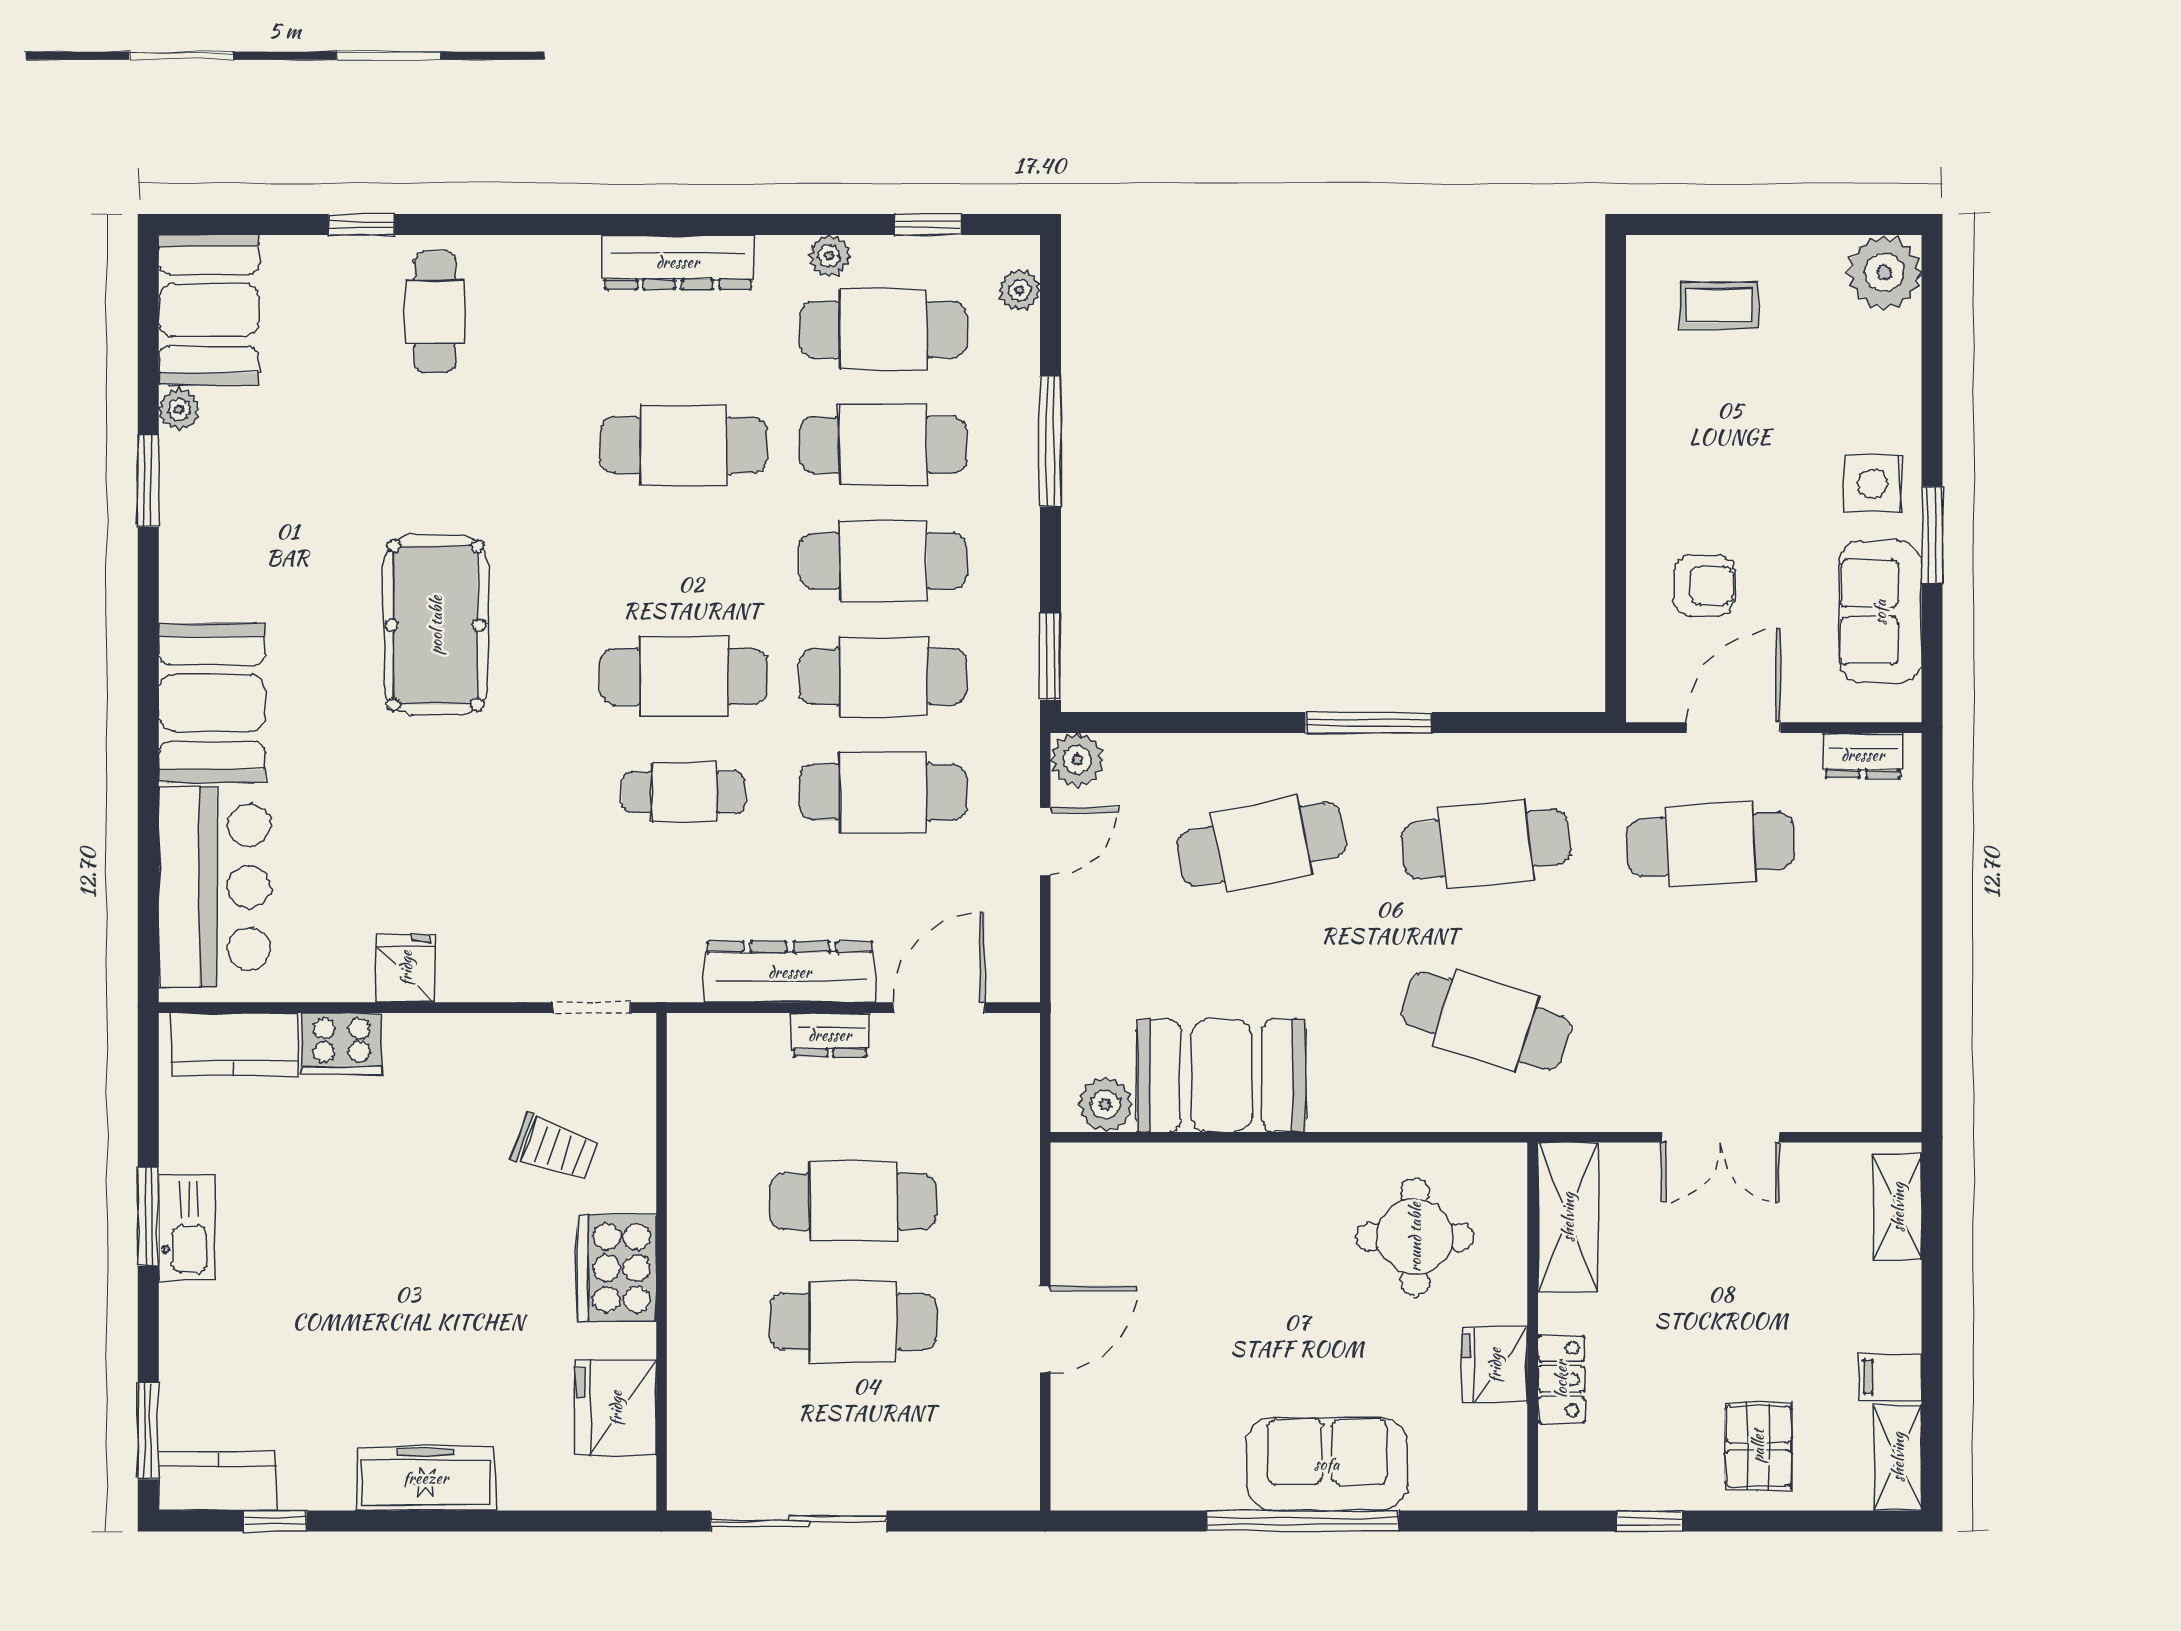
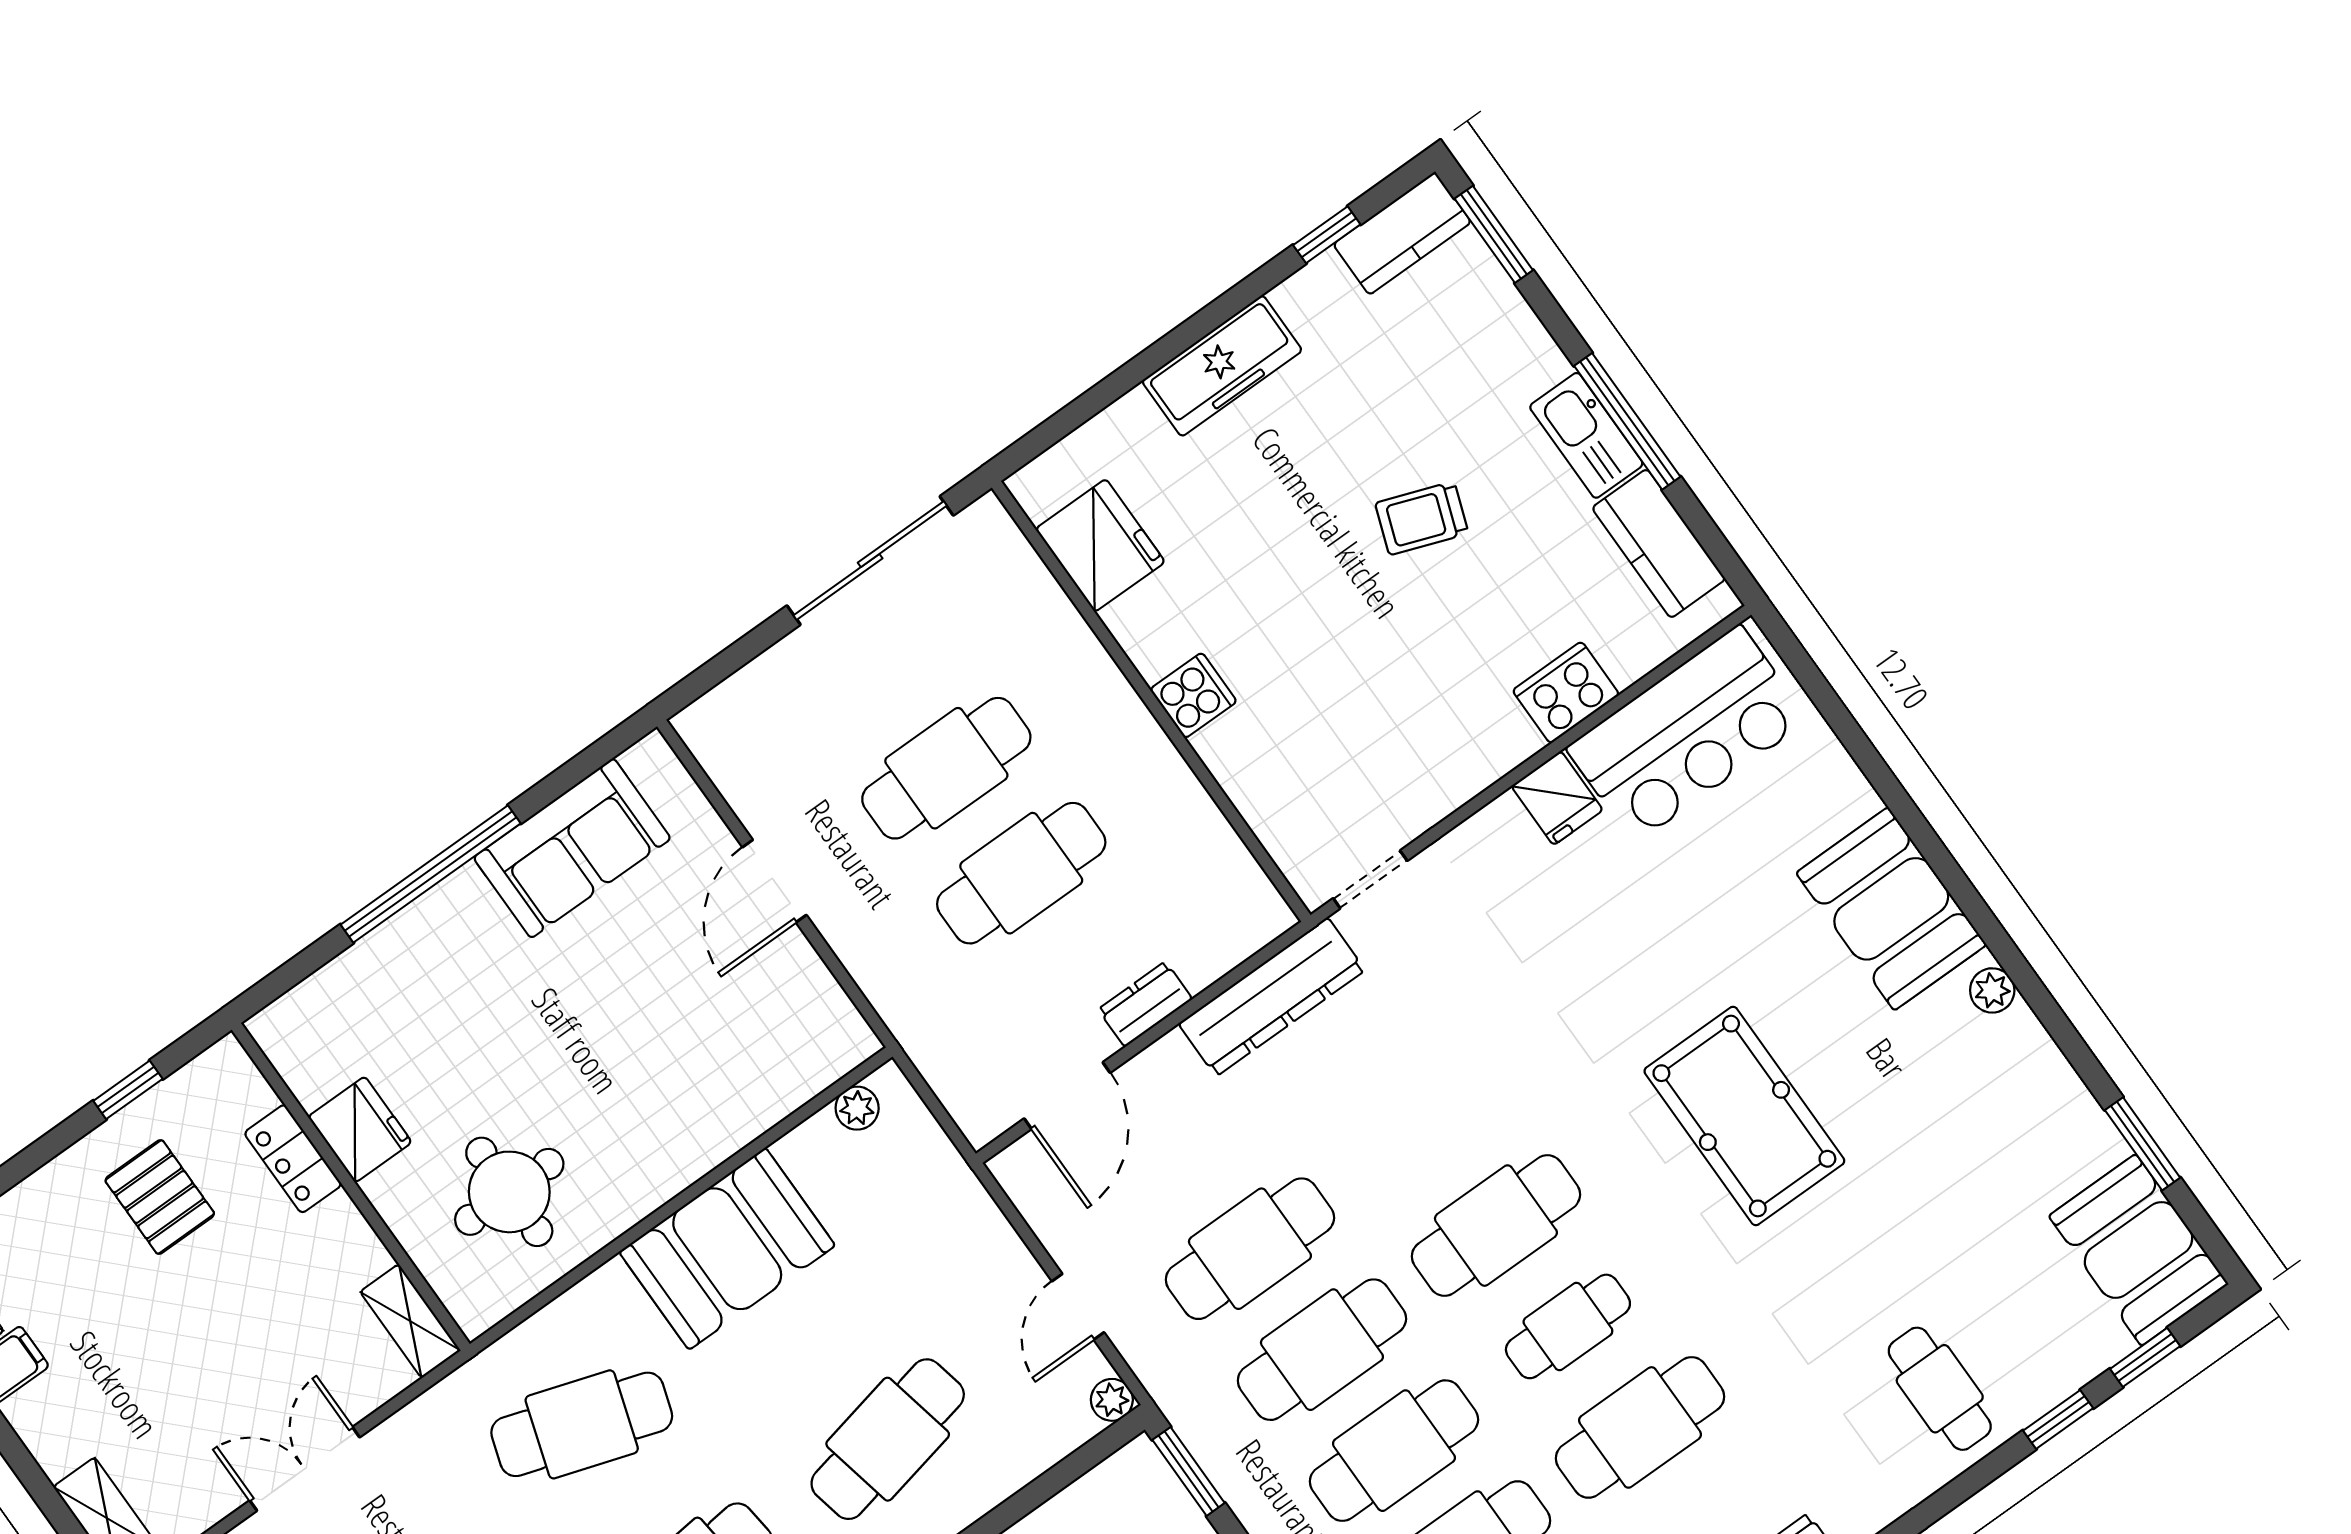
window: (262, 225) -> (2145, 1357), added
plant: (179, 409) -> (1992, 990), moved
window: (148, 481) -> (2143, 1144), moved
plant: (1077, 760) -> (1112, 1400), width x0.73, depth x0.73
cafe table: (684, 792) -> (1568, 1326), moved
bar counter: (214, 887) -> (1687, 734), moved, turned -90
dresser: (790, 972) -> (1272, 997), moved
kitchen counter: (234, 1045) -> (1659, 543), moved, turned -90
booth: (1221, 1076) -> (727, 1249), moved
plant: (1105, 1104) -> (857, 1108), width x0.73, depth x0.73
trolley: (555, 1148) -> (1422, 518), moved
window: (148, 1216) -> (1627, 421), width x1.44
shelving: (1568, 1217) -> (410, 1321), width x0.67, depth x0.75
cooker: (617, 1268) -> (1193, 695), width x0.53, depth x0.76
pallet: (1758, 1446) -> (160, 1197), moved
sofa: (1327, 1464) -> (572, 848), moved

